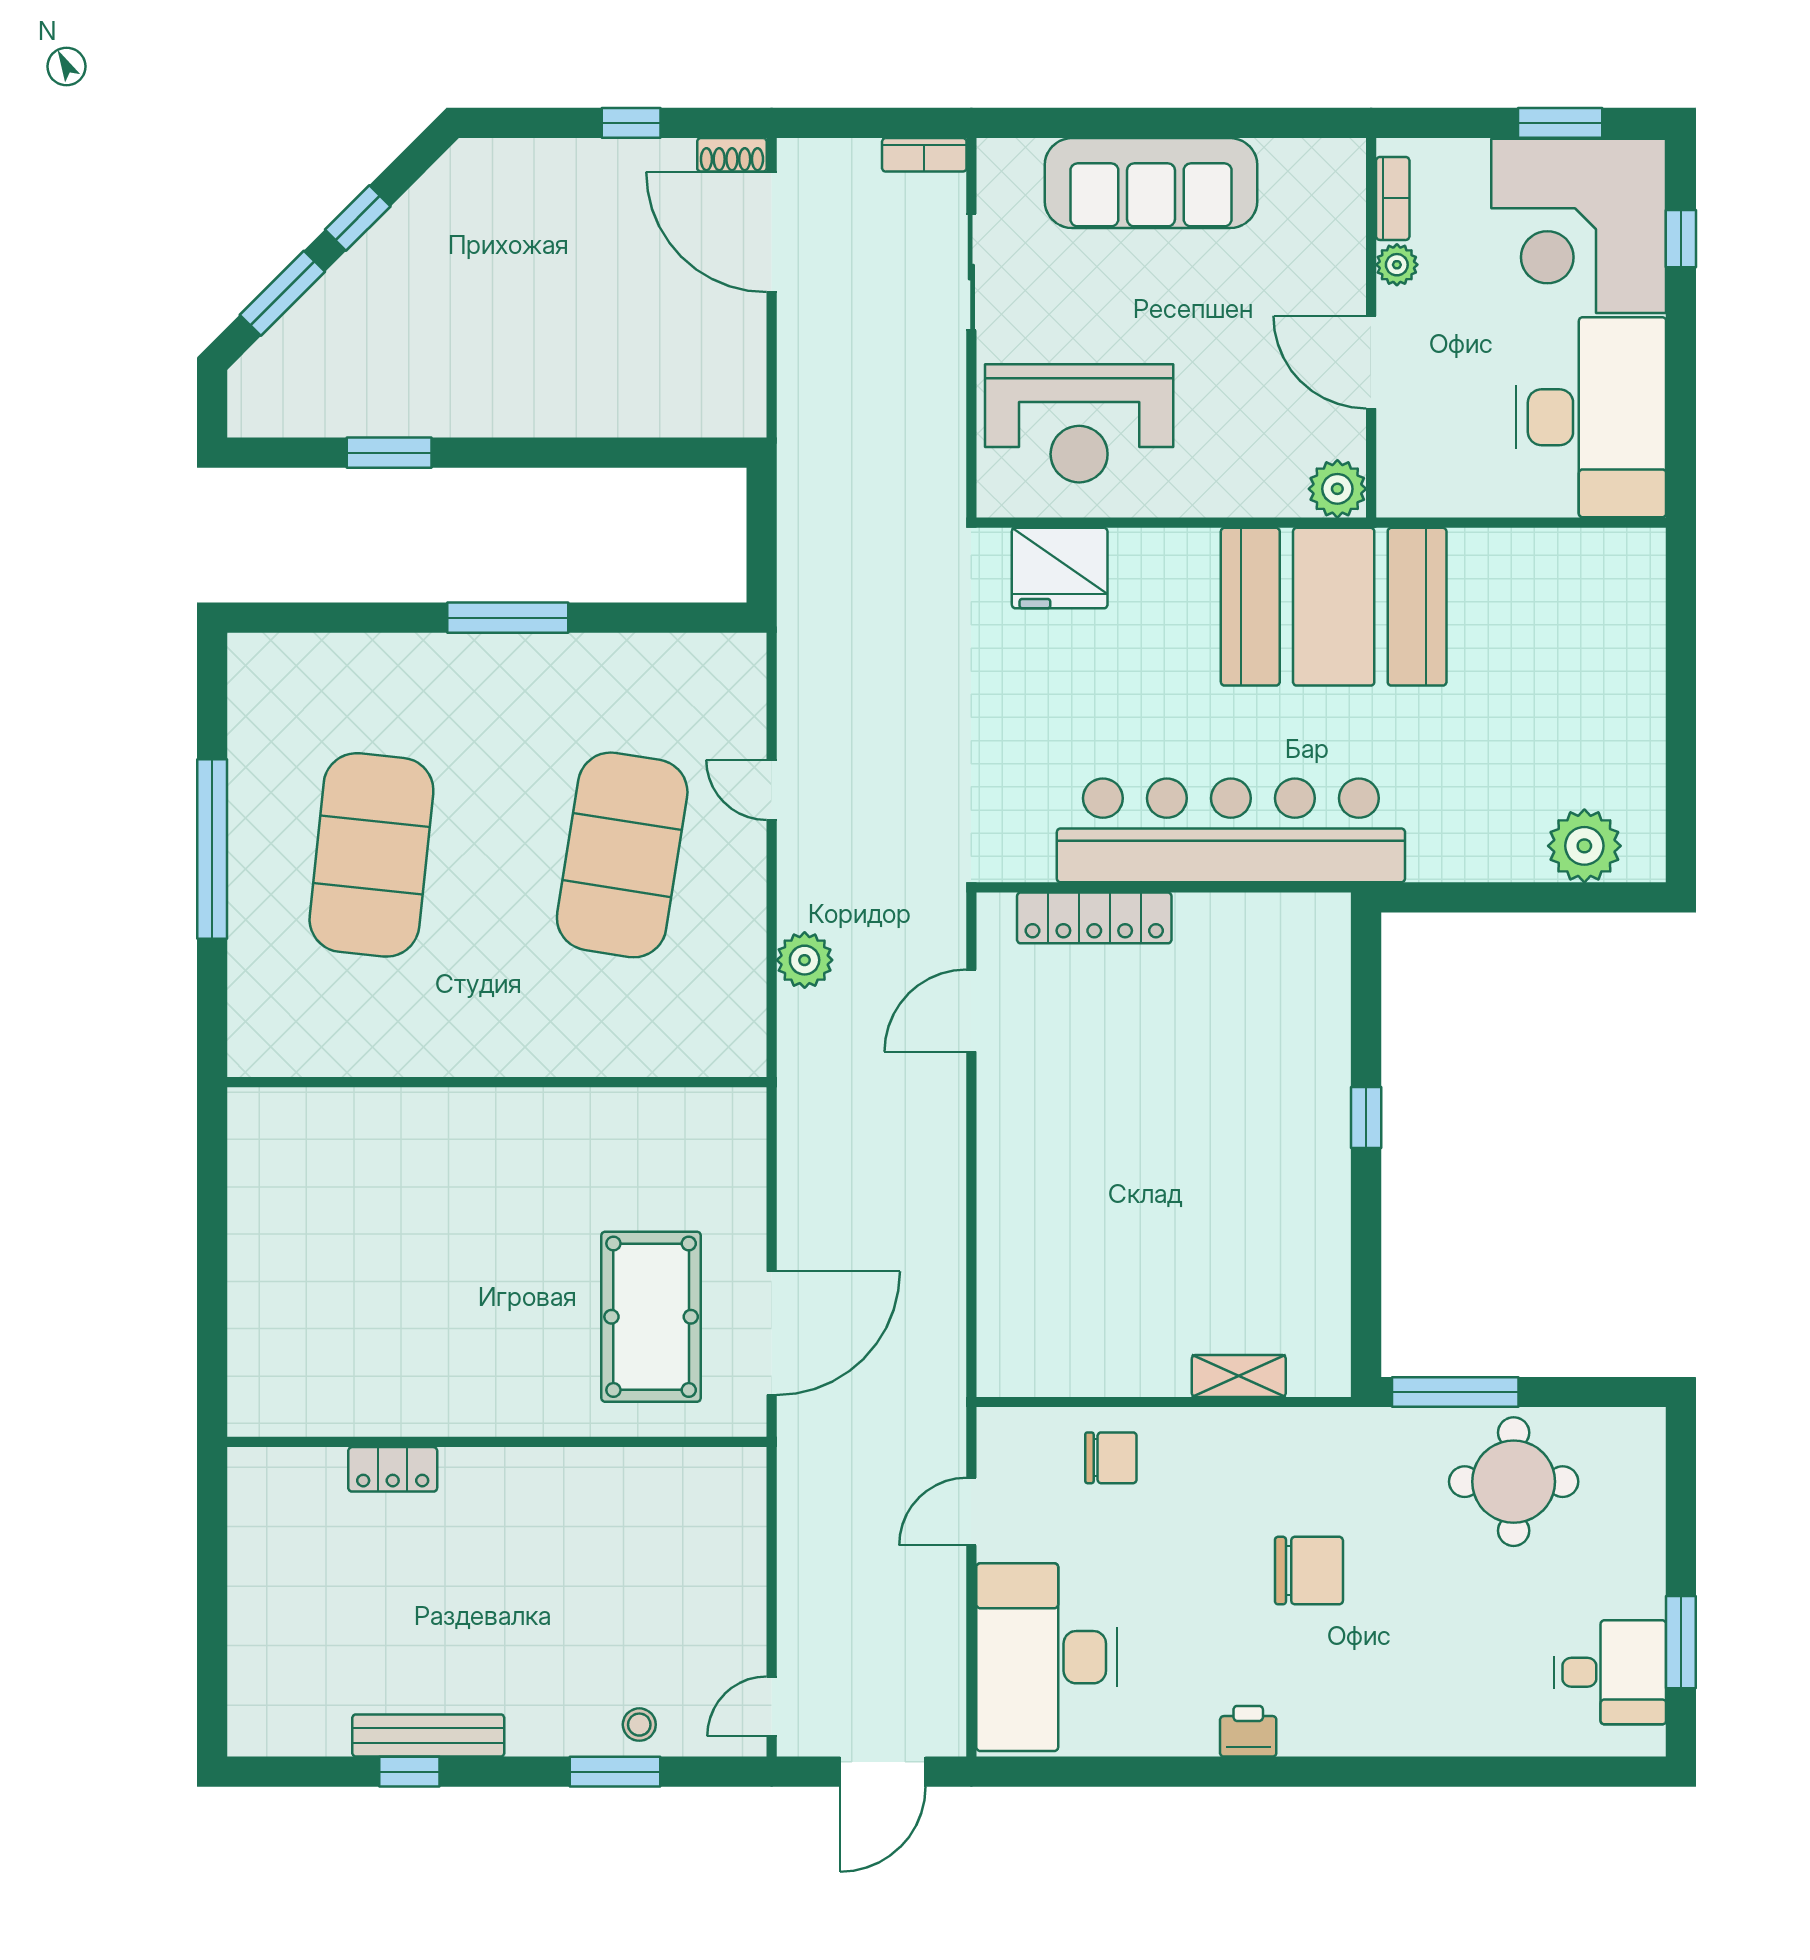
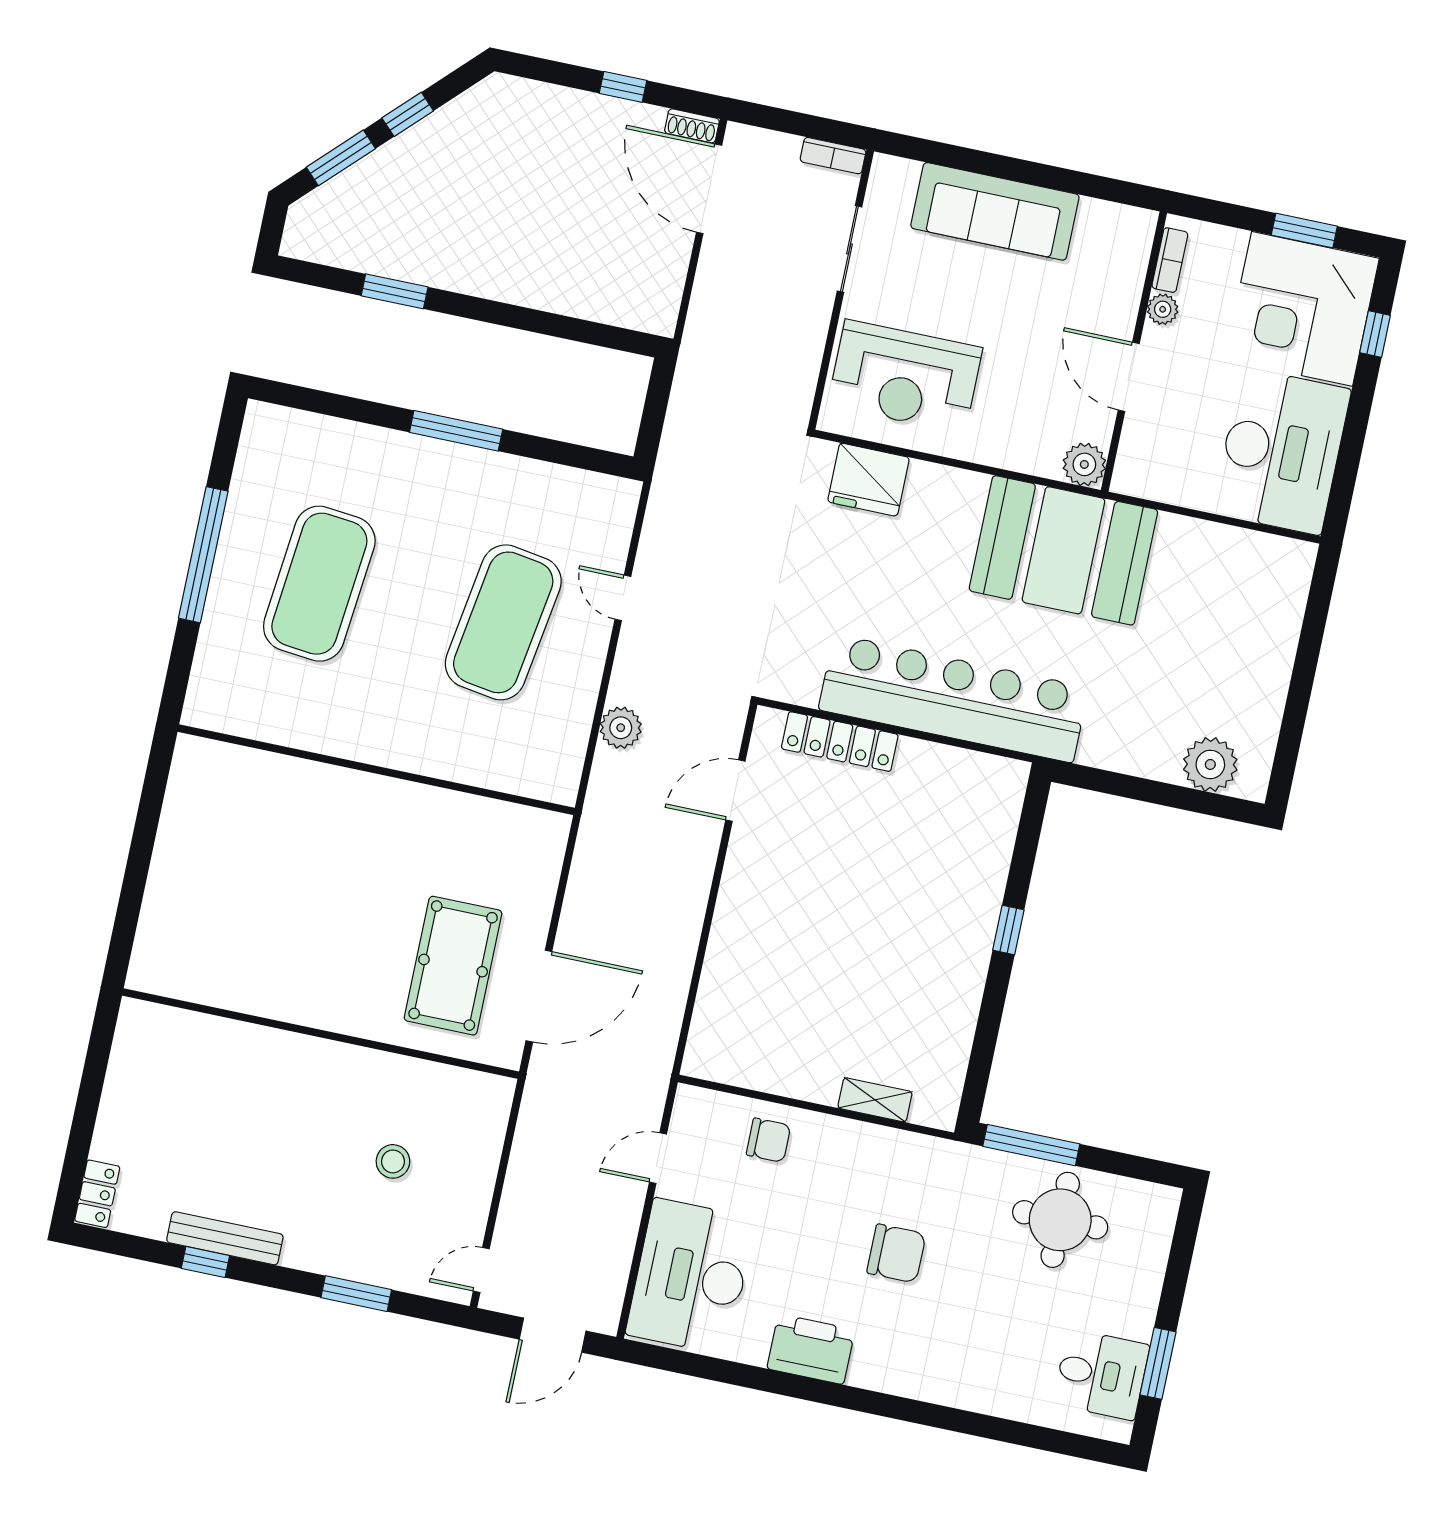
locker: (393, 1469) -> (97, 1194), moved, turned -90
stool: (639, 1725) -> (393, 1161), moved, width x1.37, depth x1.37
printer: (1248, 1731) -> (811, 1349), width x1.87, depth x1.48

